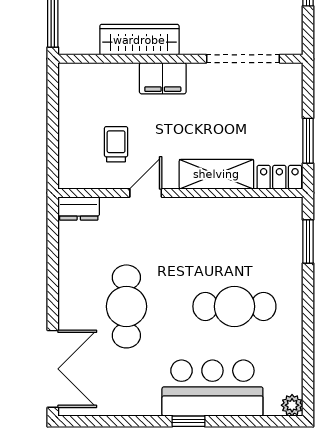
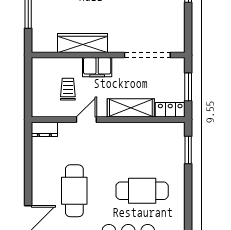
wardrobe: (139, 40) -> (83, 43), moved
wall: (180, 59) -> (108, 55), moved
doorway: (243, 59) -> (147, 55), moved
filing cabinet: (163, 78) -> (97, 67), moved

